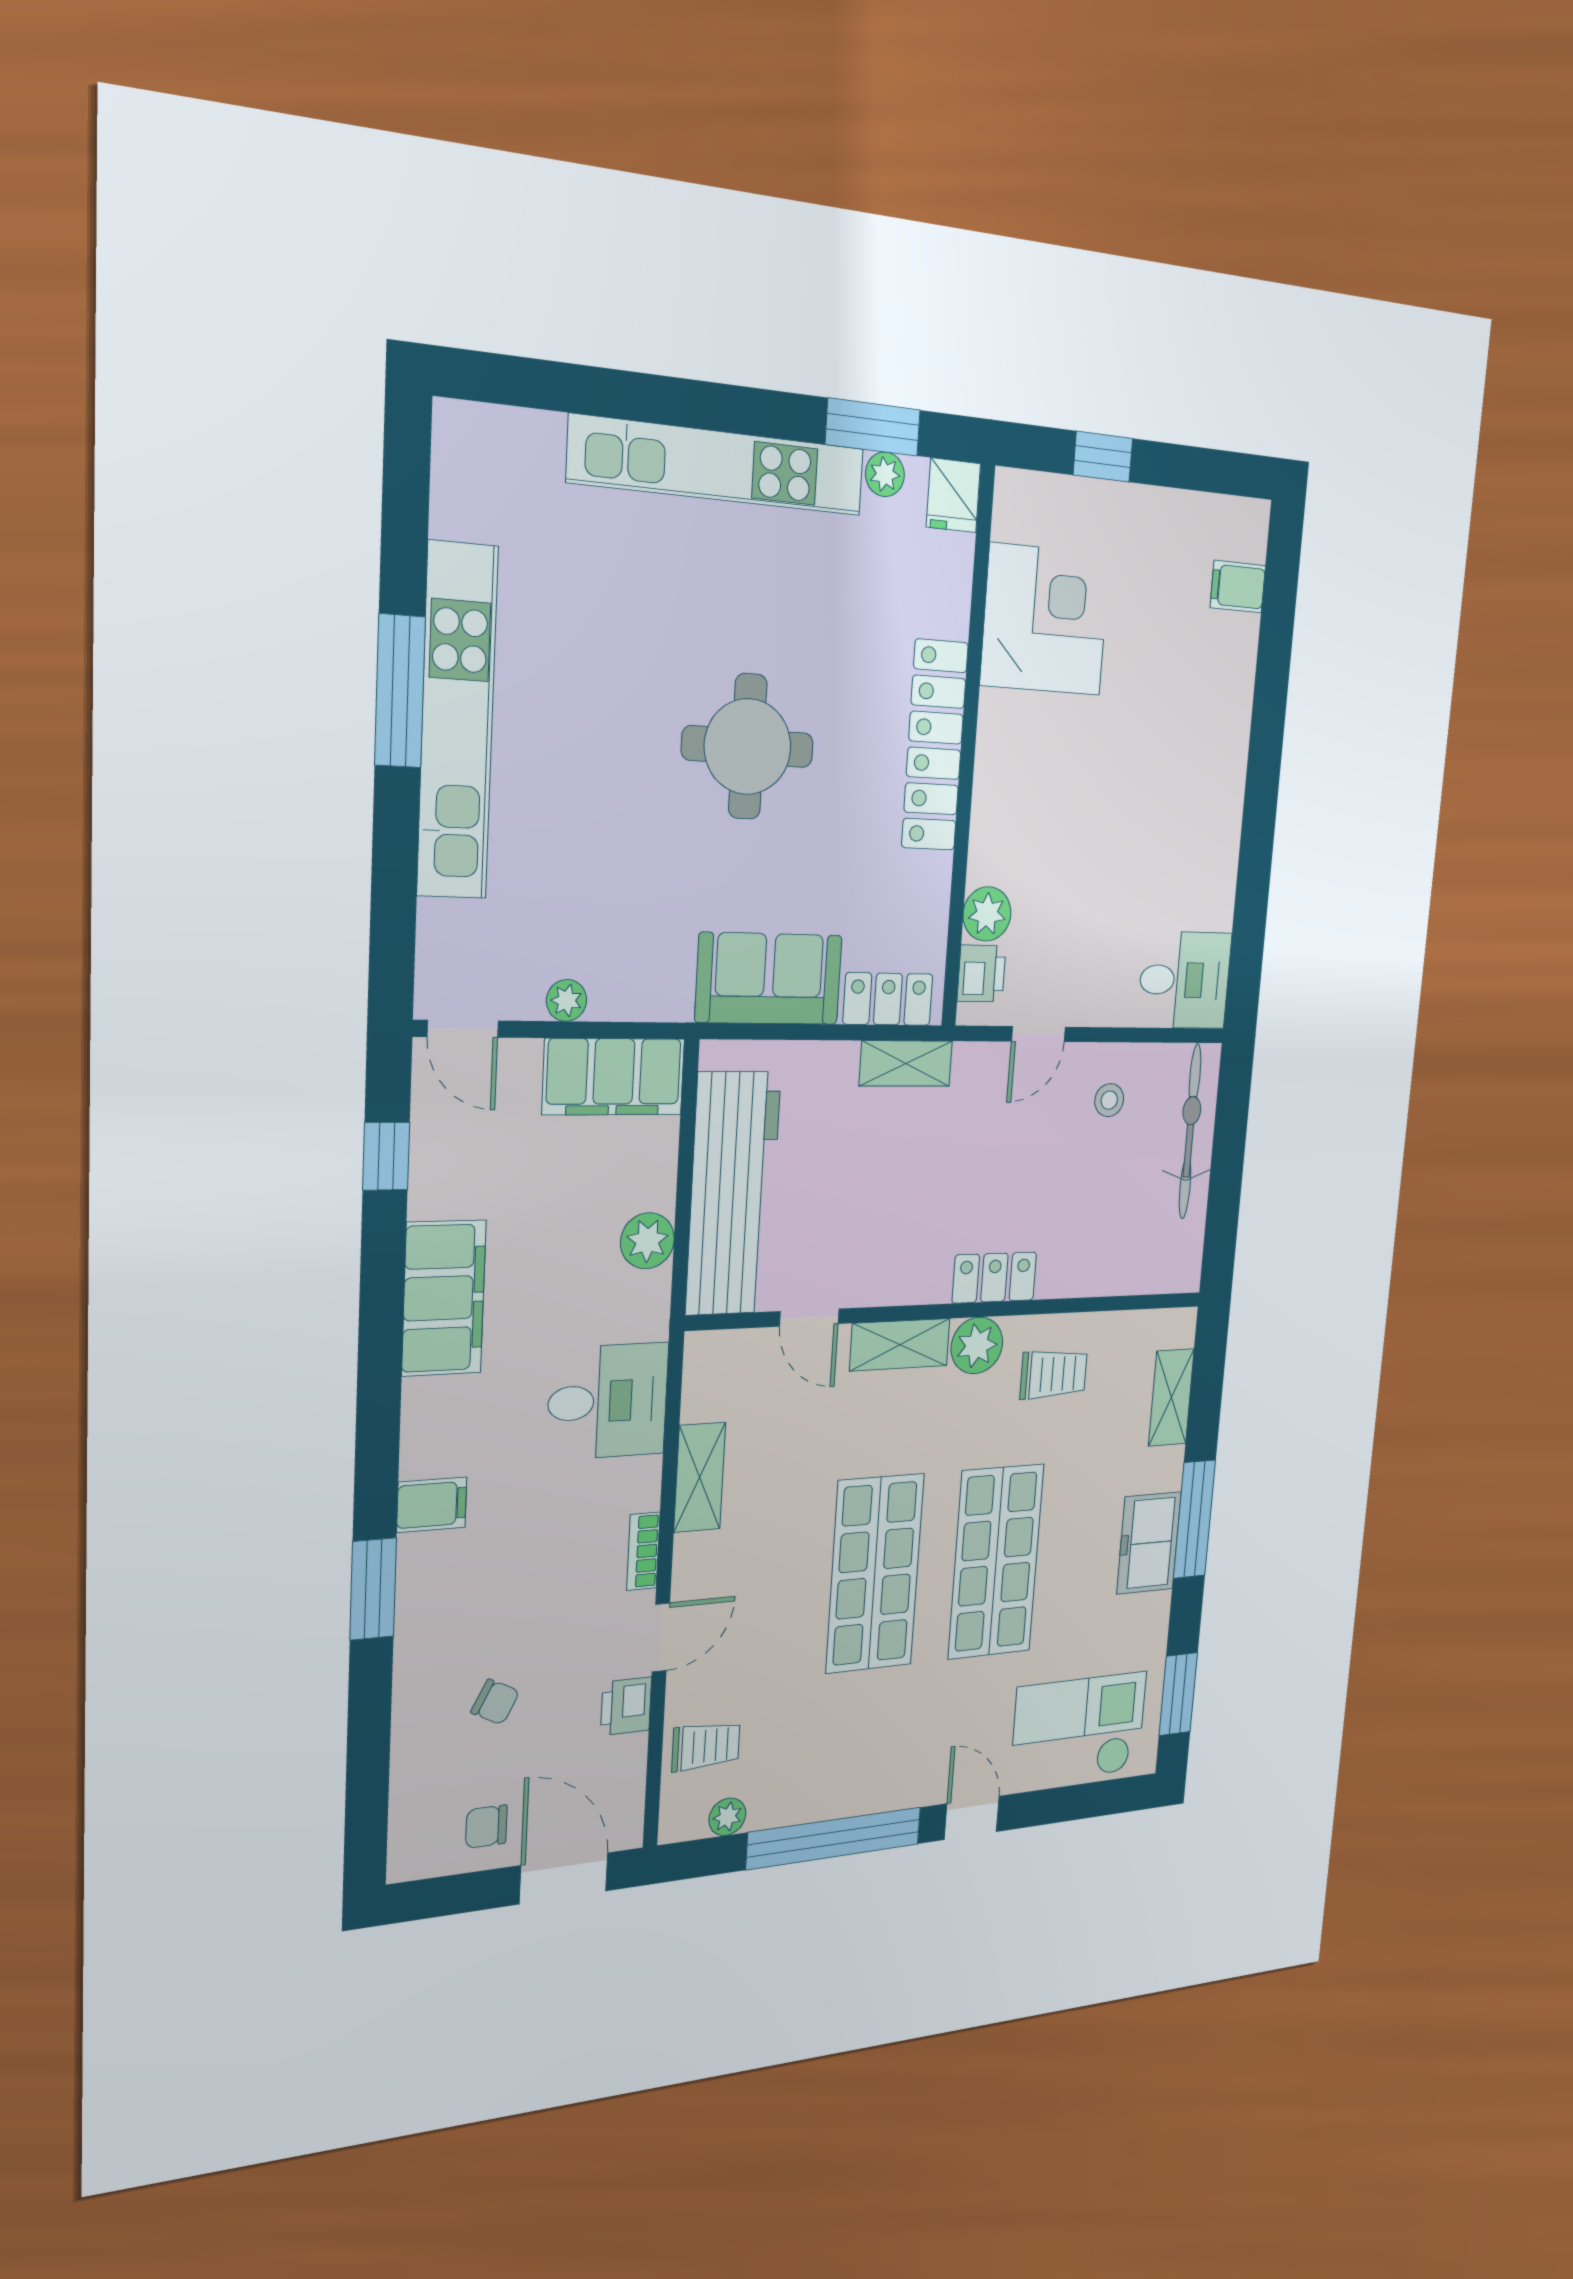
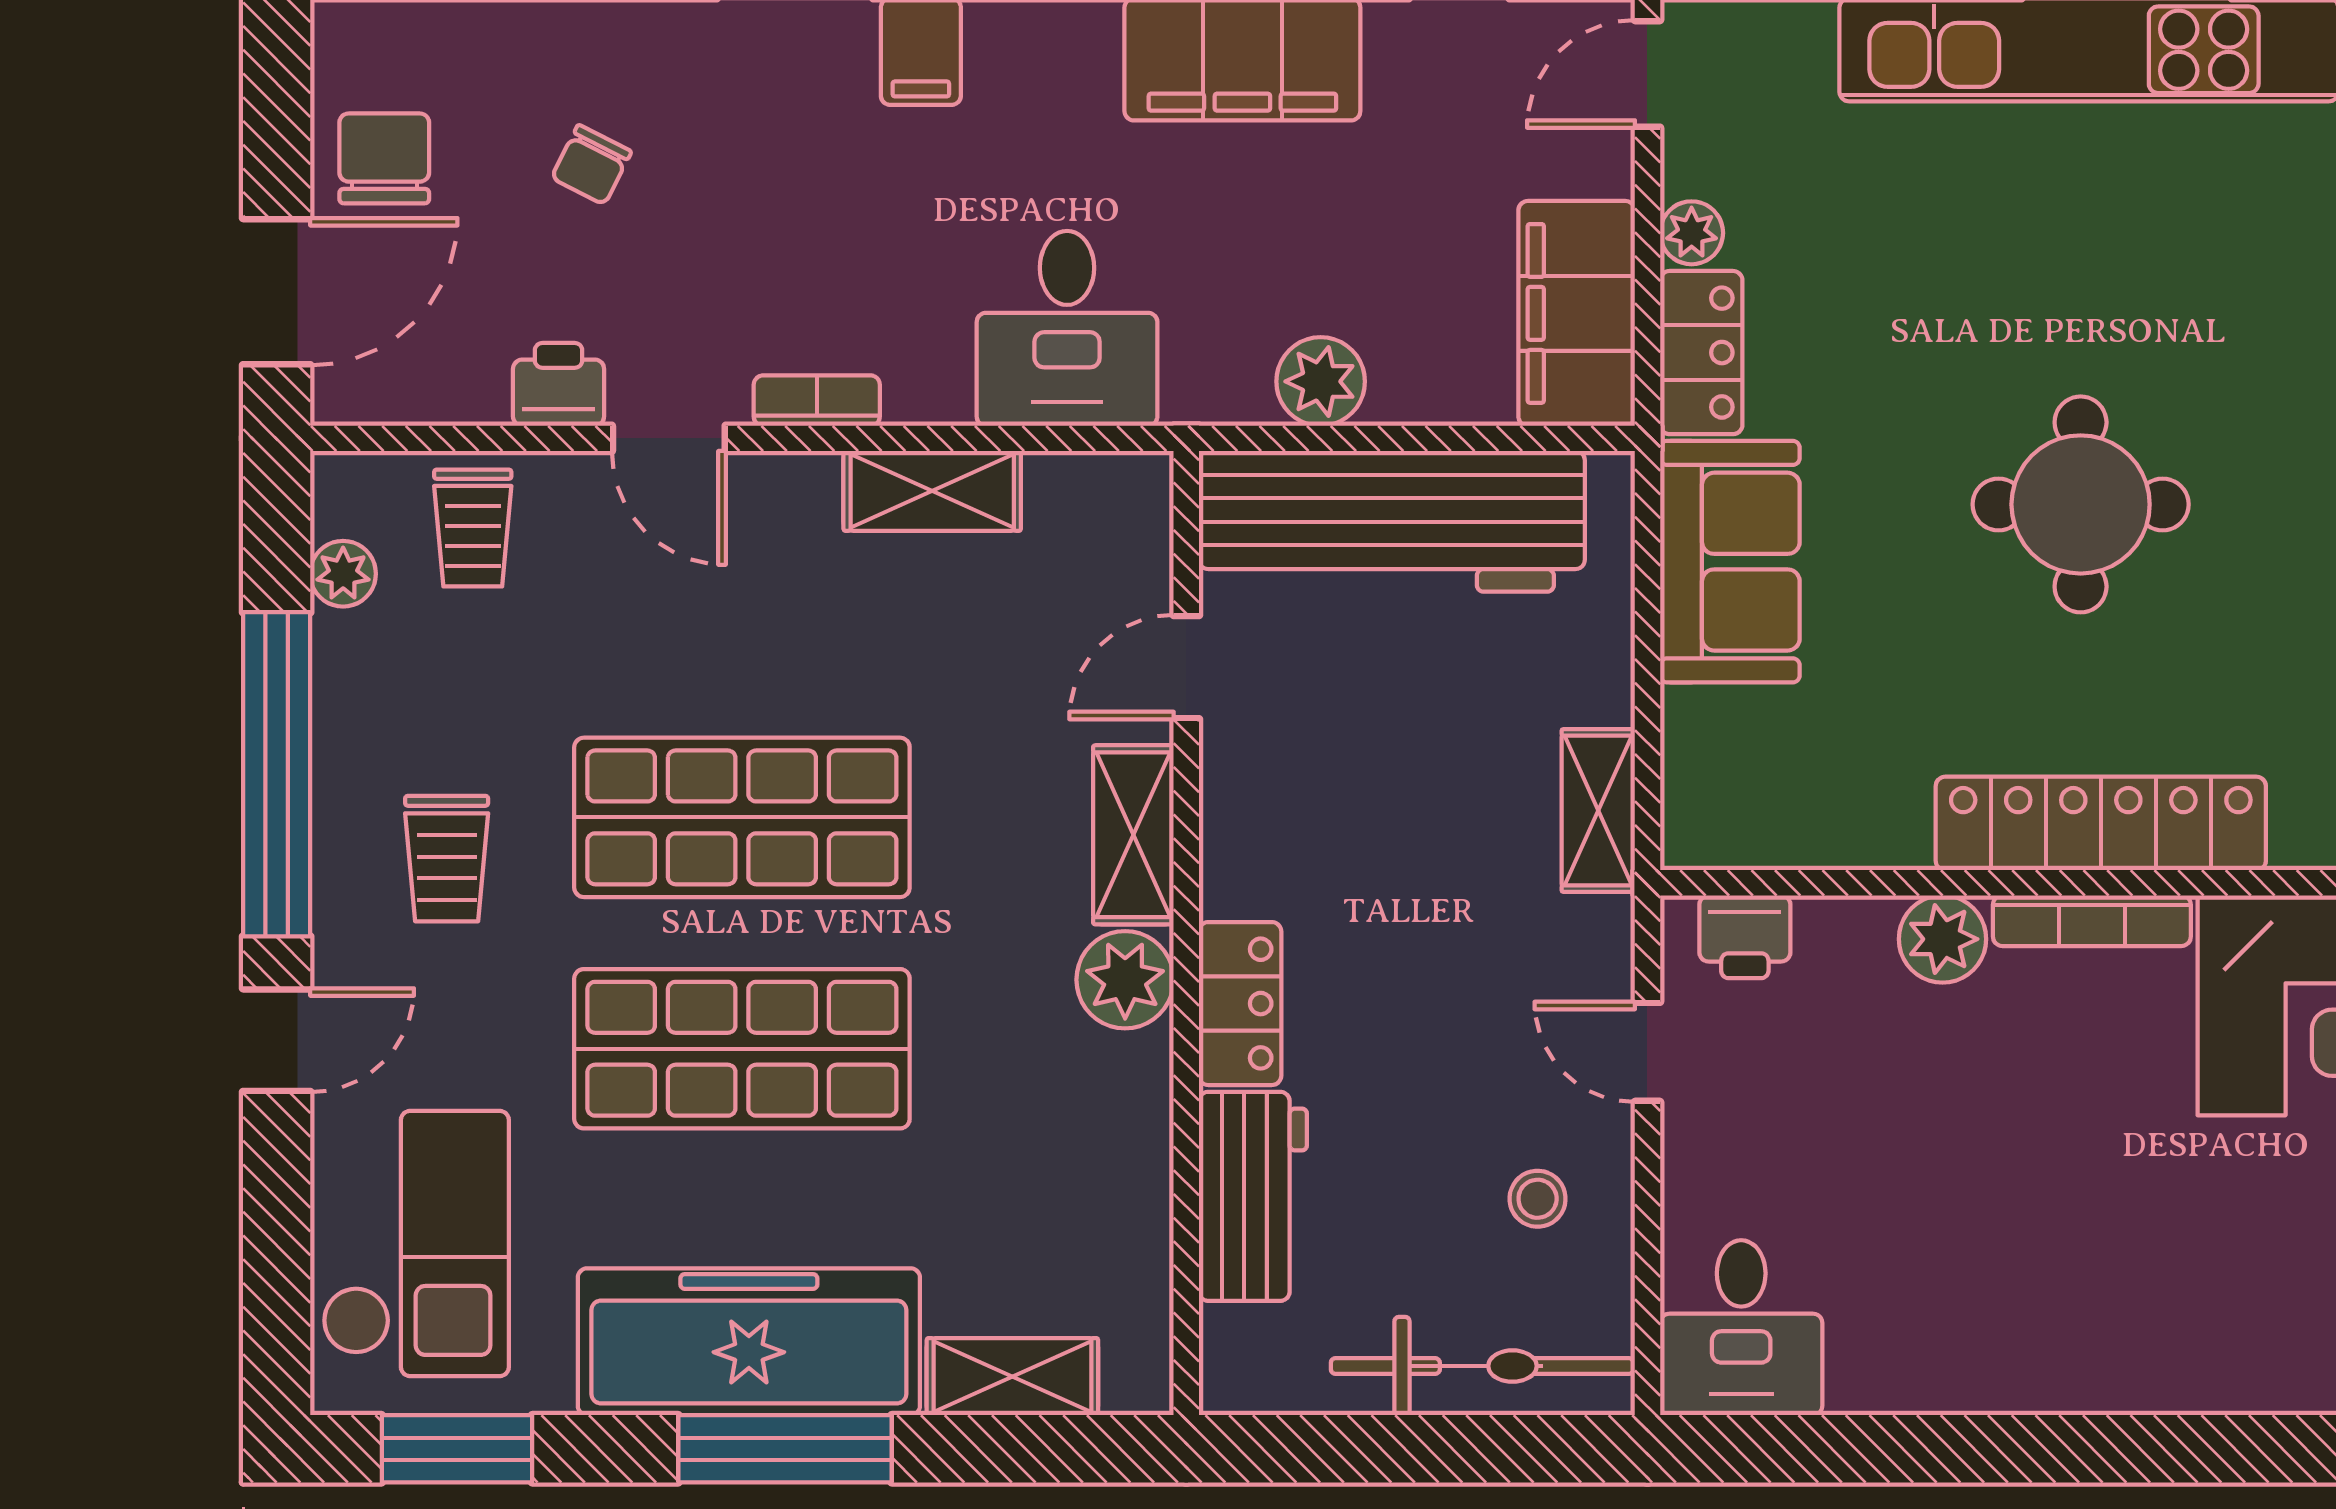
bookcase: (989, 755) -> (2092, 921), added
plant: (987, 914) -> (1943, 939), moved
locker: (888, 999) -> (1701, 353), moved
workbench: (1094, 1266) -> (1253, 1196), added
trolley: (1054, 1374) -> (447, 859), moved
freezer: (1149, 1543) -> (749, 1342), width x1.91, depth x1.26
chair: (486, 1827) -> (384, 158), width x1.37, depth x1.37

